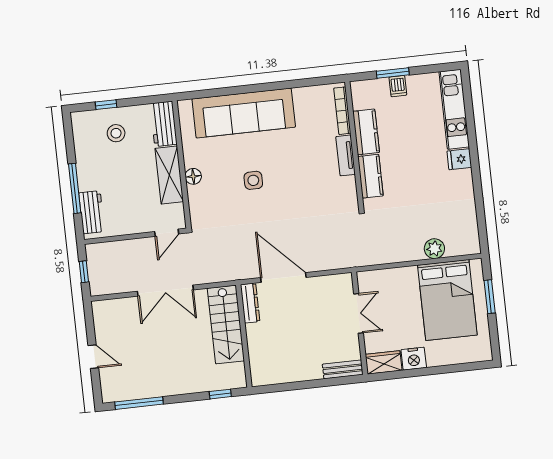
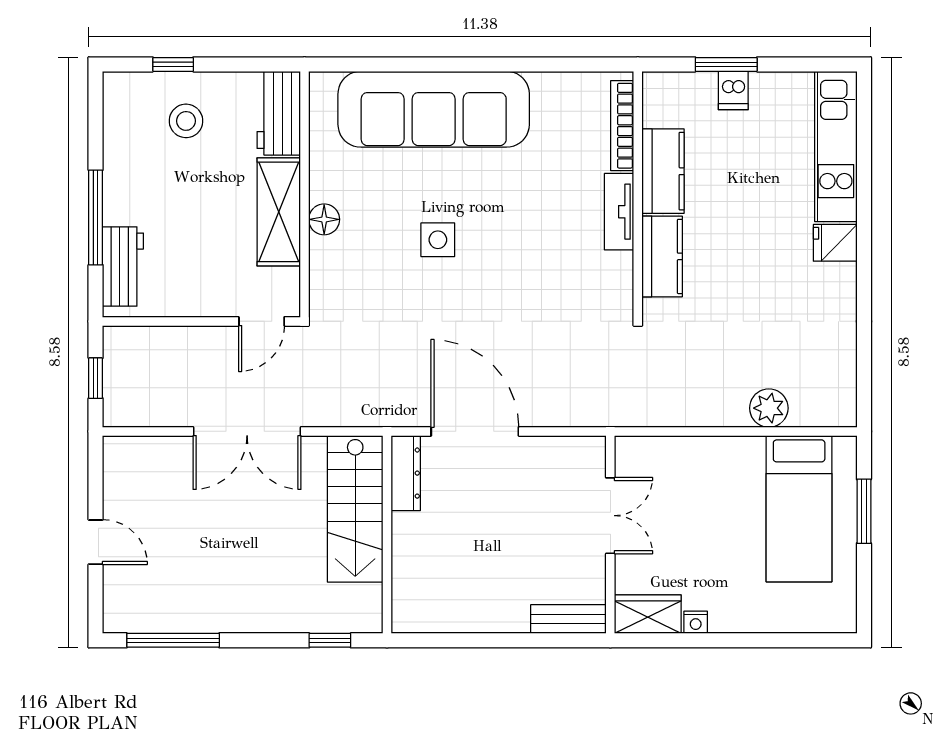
bed: (447, 300) -> (799, 509), width x0.67
nightstand: (414, 359) -> (696, 622), width x0.53, depth x0.56

